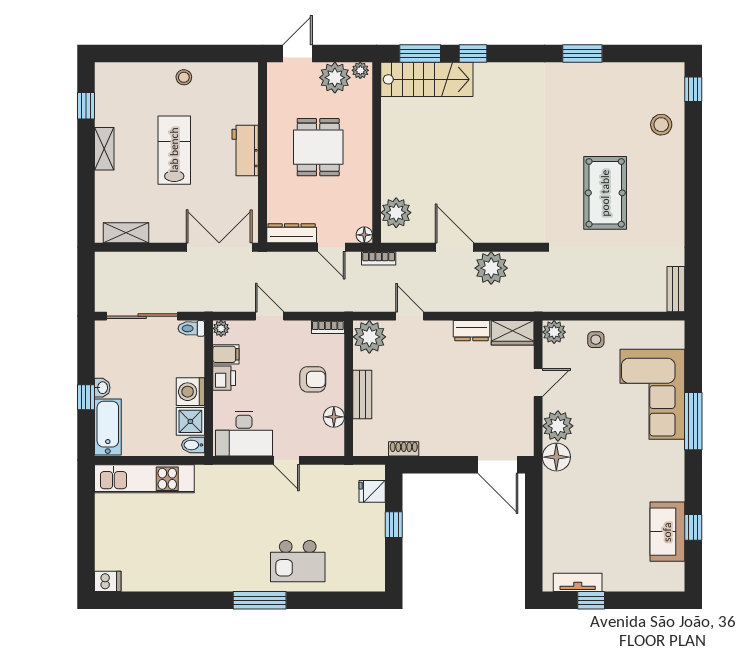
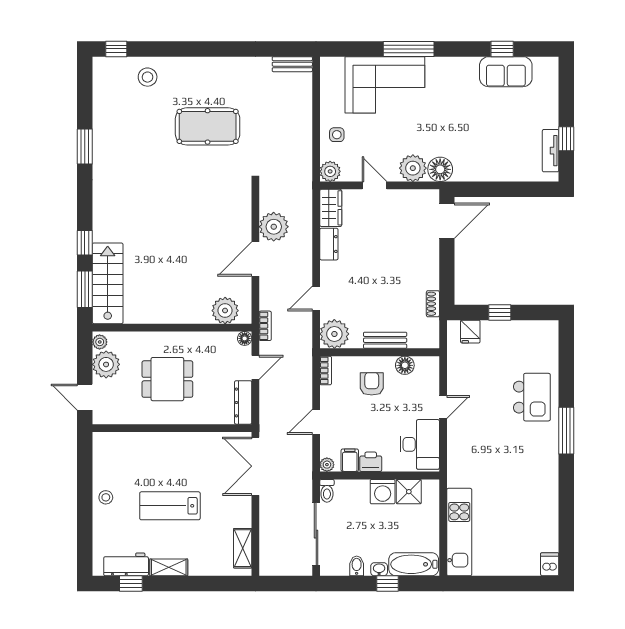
workbench: (245, 151) -> (126, 564), moved, turned 180
bidet: (193, 445) -> (357, 566), moved, turned 180

